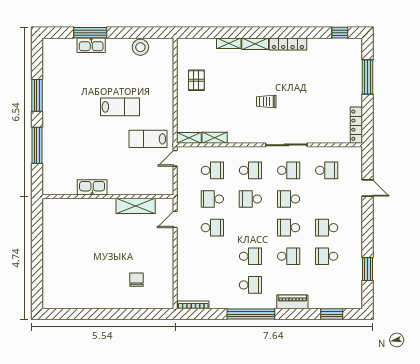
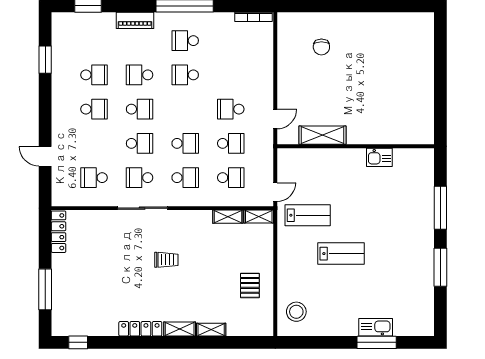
stool: (140, 47) -> (296, 312), moved
lab bench: (120, 107) -> (341, 254), turned 180
school desk: (212, 170) -> (231, 178), turned 180
school desk: (250, 170) -> (185, 178), turned 180
kitchen sink: (92, 187) -> (379, 157), width x0.73

